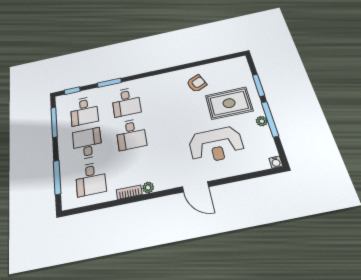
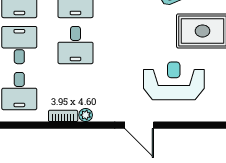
reception desk: (216, 145) -> (174, 81), turned 180

